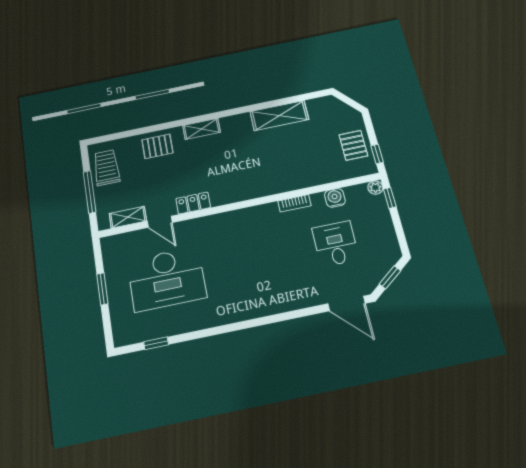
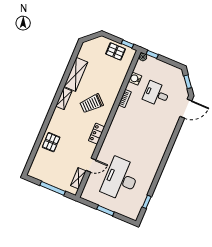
shelving: (202, 129) -> (64, 99), moved
trolley: (106, 168) -> (92, 103), moved, turned -47
locker: (193, 203) -> (97, 134), moved
desk: (167, 279) -> (121, 179), turned 180

